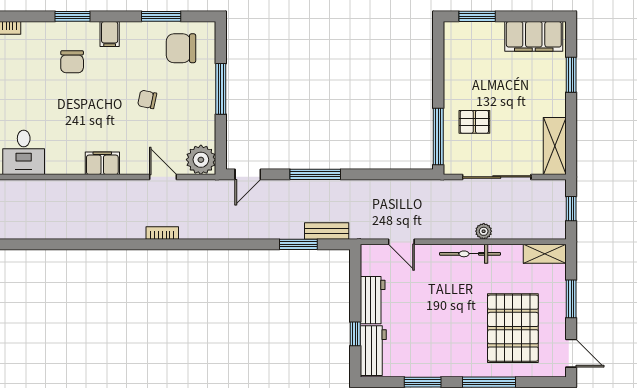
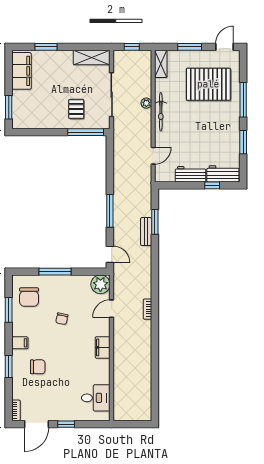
bench: (327, 231) -> (146, 232), moved

